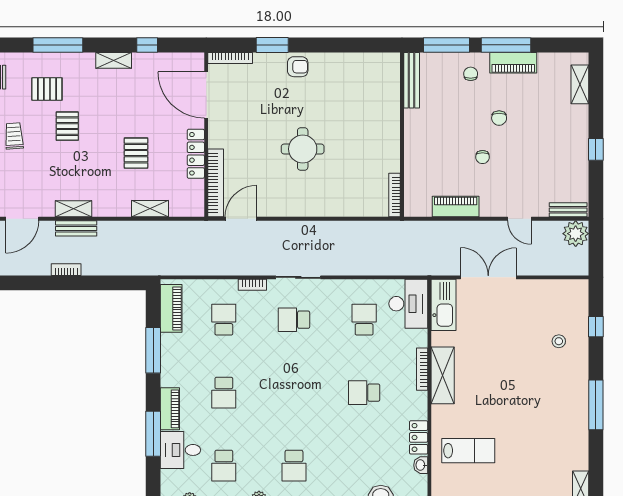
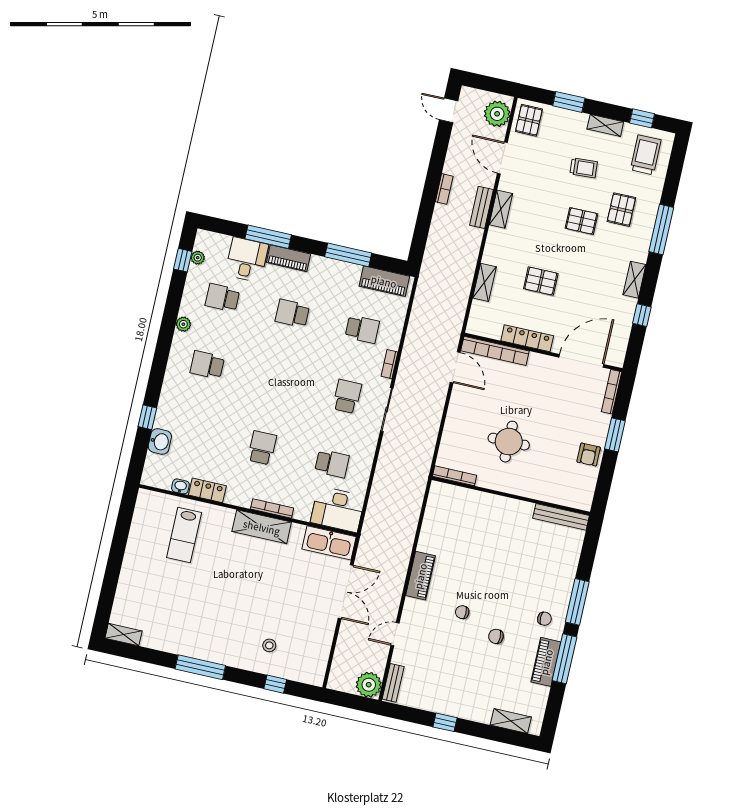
bench: (412, 80) -> (561, 517), moved
wall: (402, 135) -> (511, 496), moved
bookcase: (395, 195) -> (455, 476), moved

